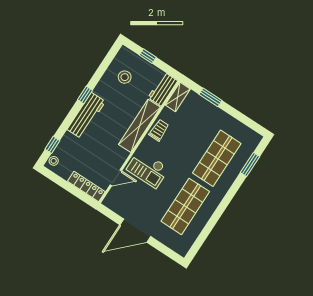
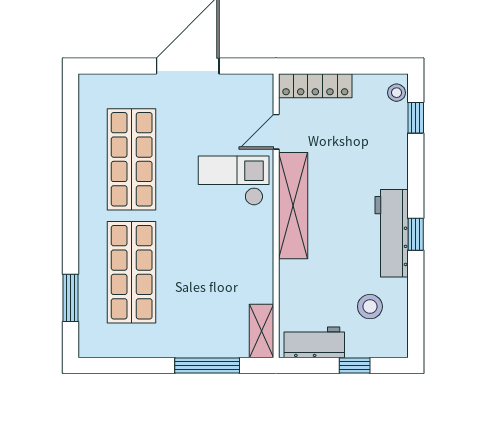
workbench: (163, 89) -> (314, 342), moved, turned -90
window: (211, 97) -> (207, 366), width x1.44
workbench: (86, 116) -> (392, 233), moved
shelving: (139, 126) -> (293, 206), moved
trolley: (159, 130) -> (257, 256), removed

